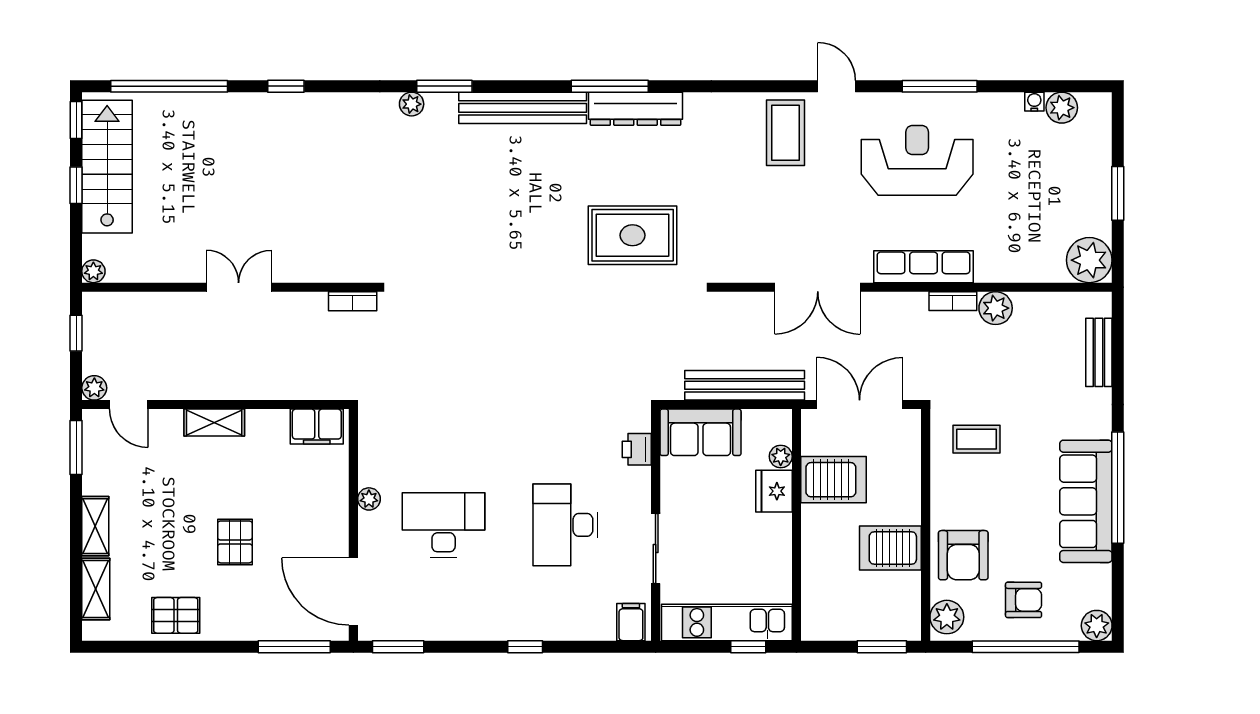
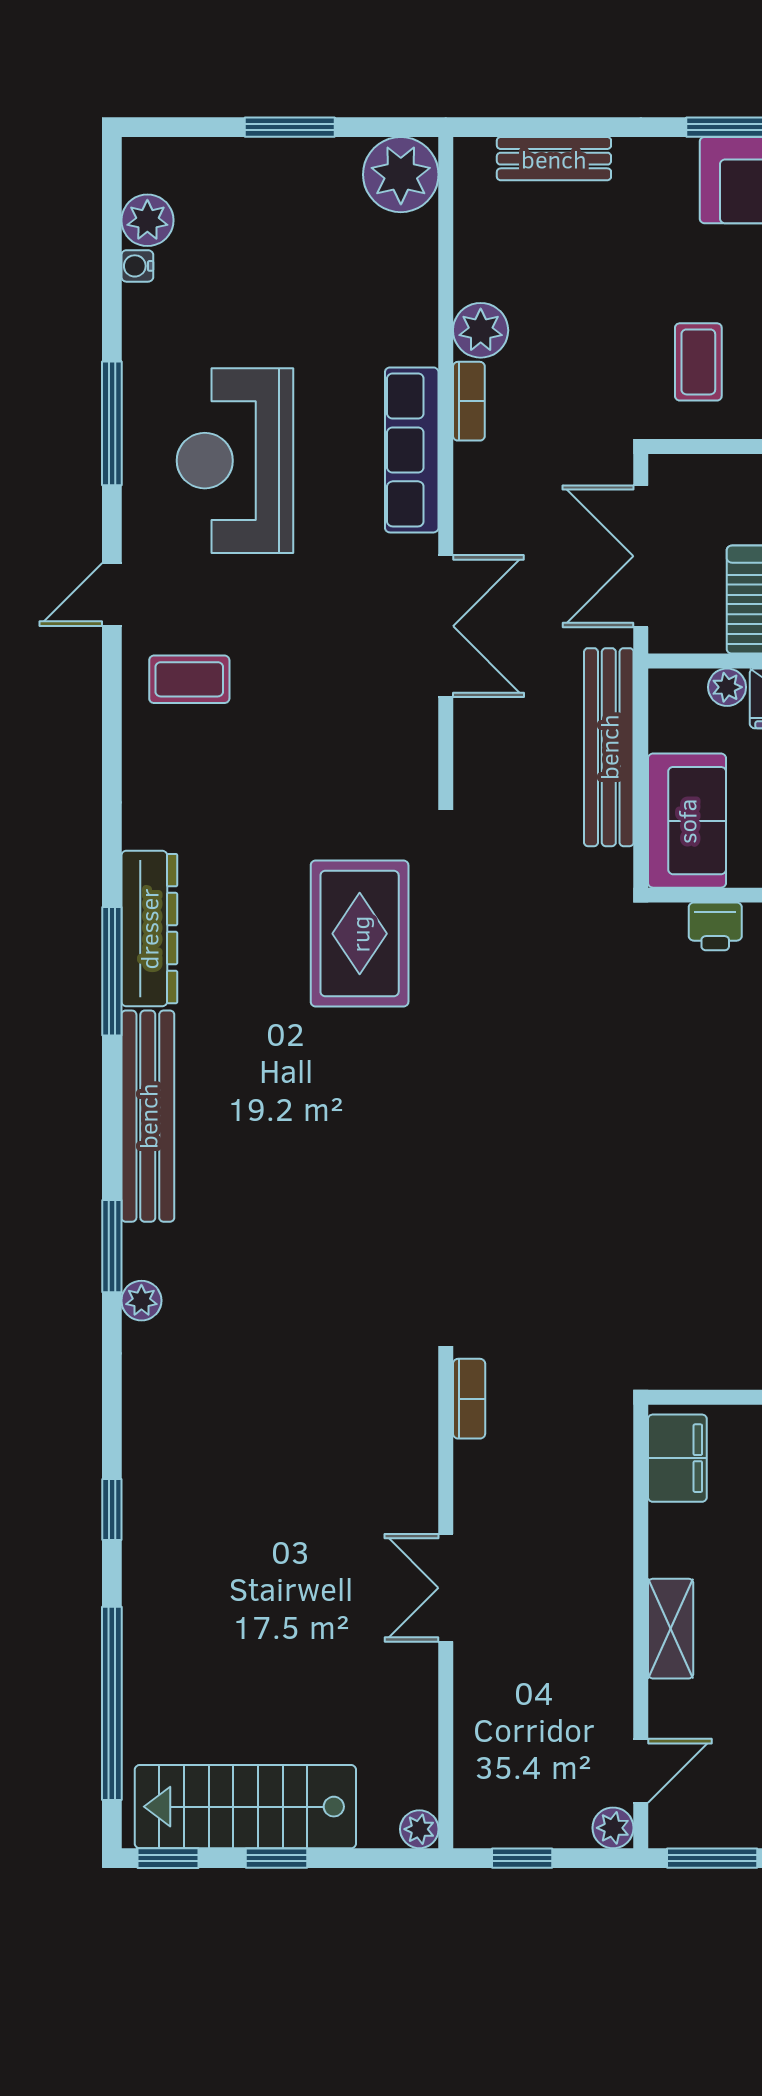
coffee table: (786, 133) -> (189, 679), width x0.73, depth x0.77

